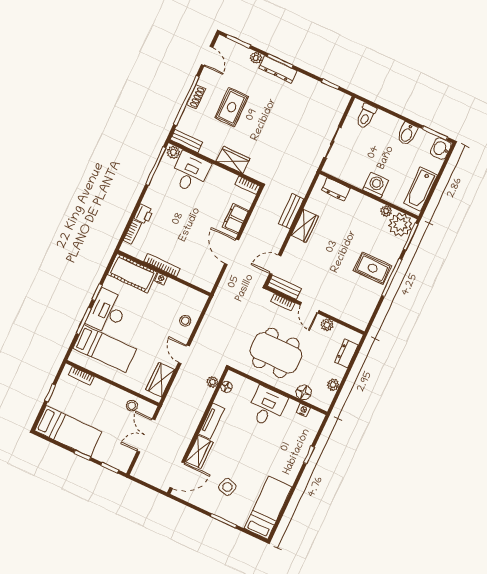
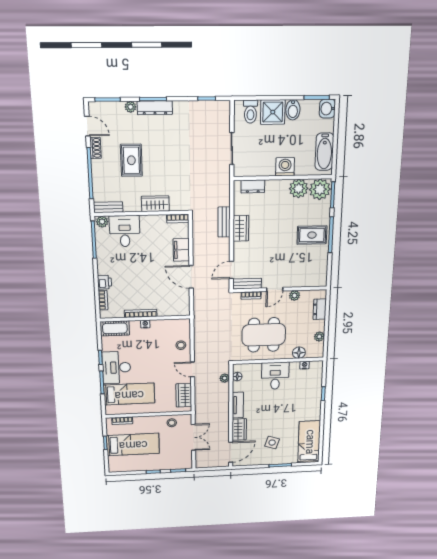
shoe rack: (196, 97) -> (96, 148), moved
shower: (387, 127) -> (273, 112), added
plant: (386, 211) -> (299, 189), width x1.87, depth x1.87
cot: (132, 273) -> (115, 328), width x0.73, depth x0.75
door: (310, 308) -> (275, 289), hinge flipped
bed: (68, 431) -> (133, 444), moved
double door: (146, 436) -> (193, 437), swing flipped

